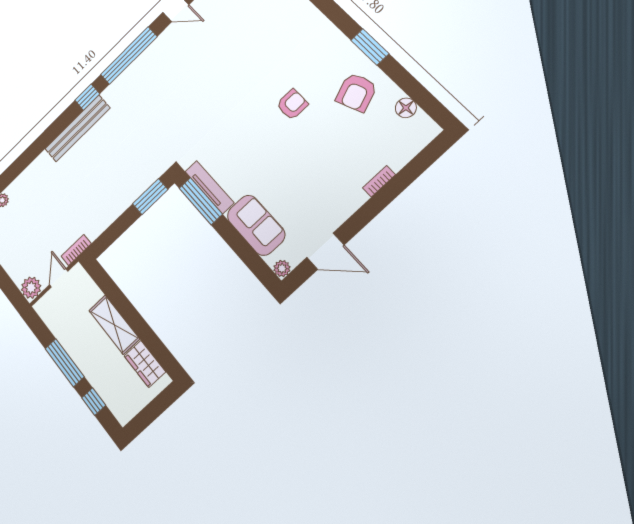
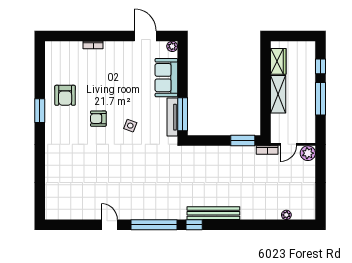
armchair: (356, 92) -> (65, 95), turned 111
floor lamp: (406, 108) -> (51, 67), removed
side table: (248, 132) -> (130, 126), added
window: (150, 197) -> (243, 141), moved

